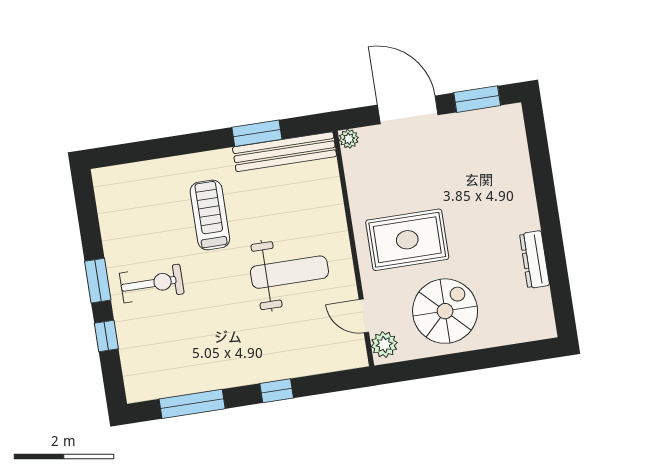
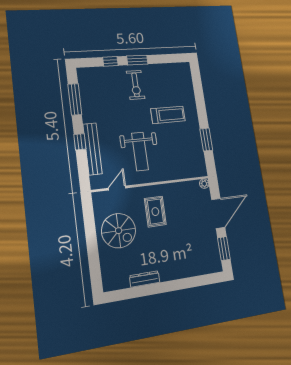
bench: (285, 152) -> (92, 149), moved
rug: (407, 240) -> (155, 212), width x0.73, depth x0.70
plant: (384, 345) -> (102, 198), removed

